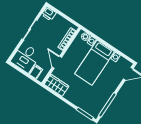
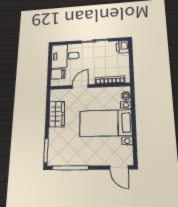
wardrobe: (56, 85) -> (57, 114), moved

